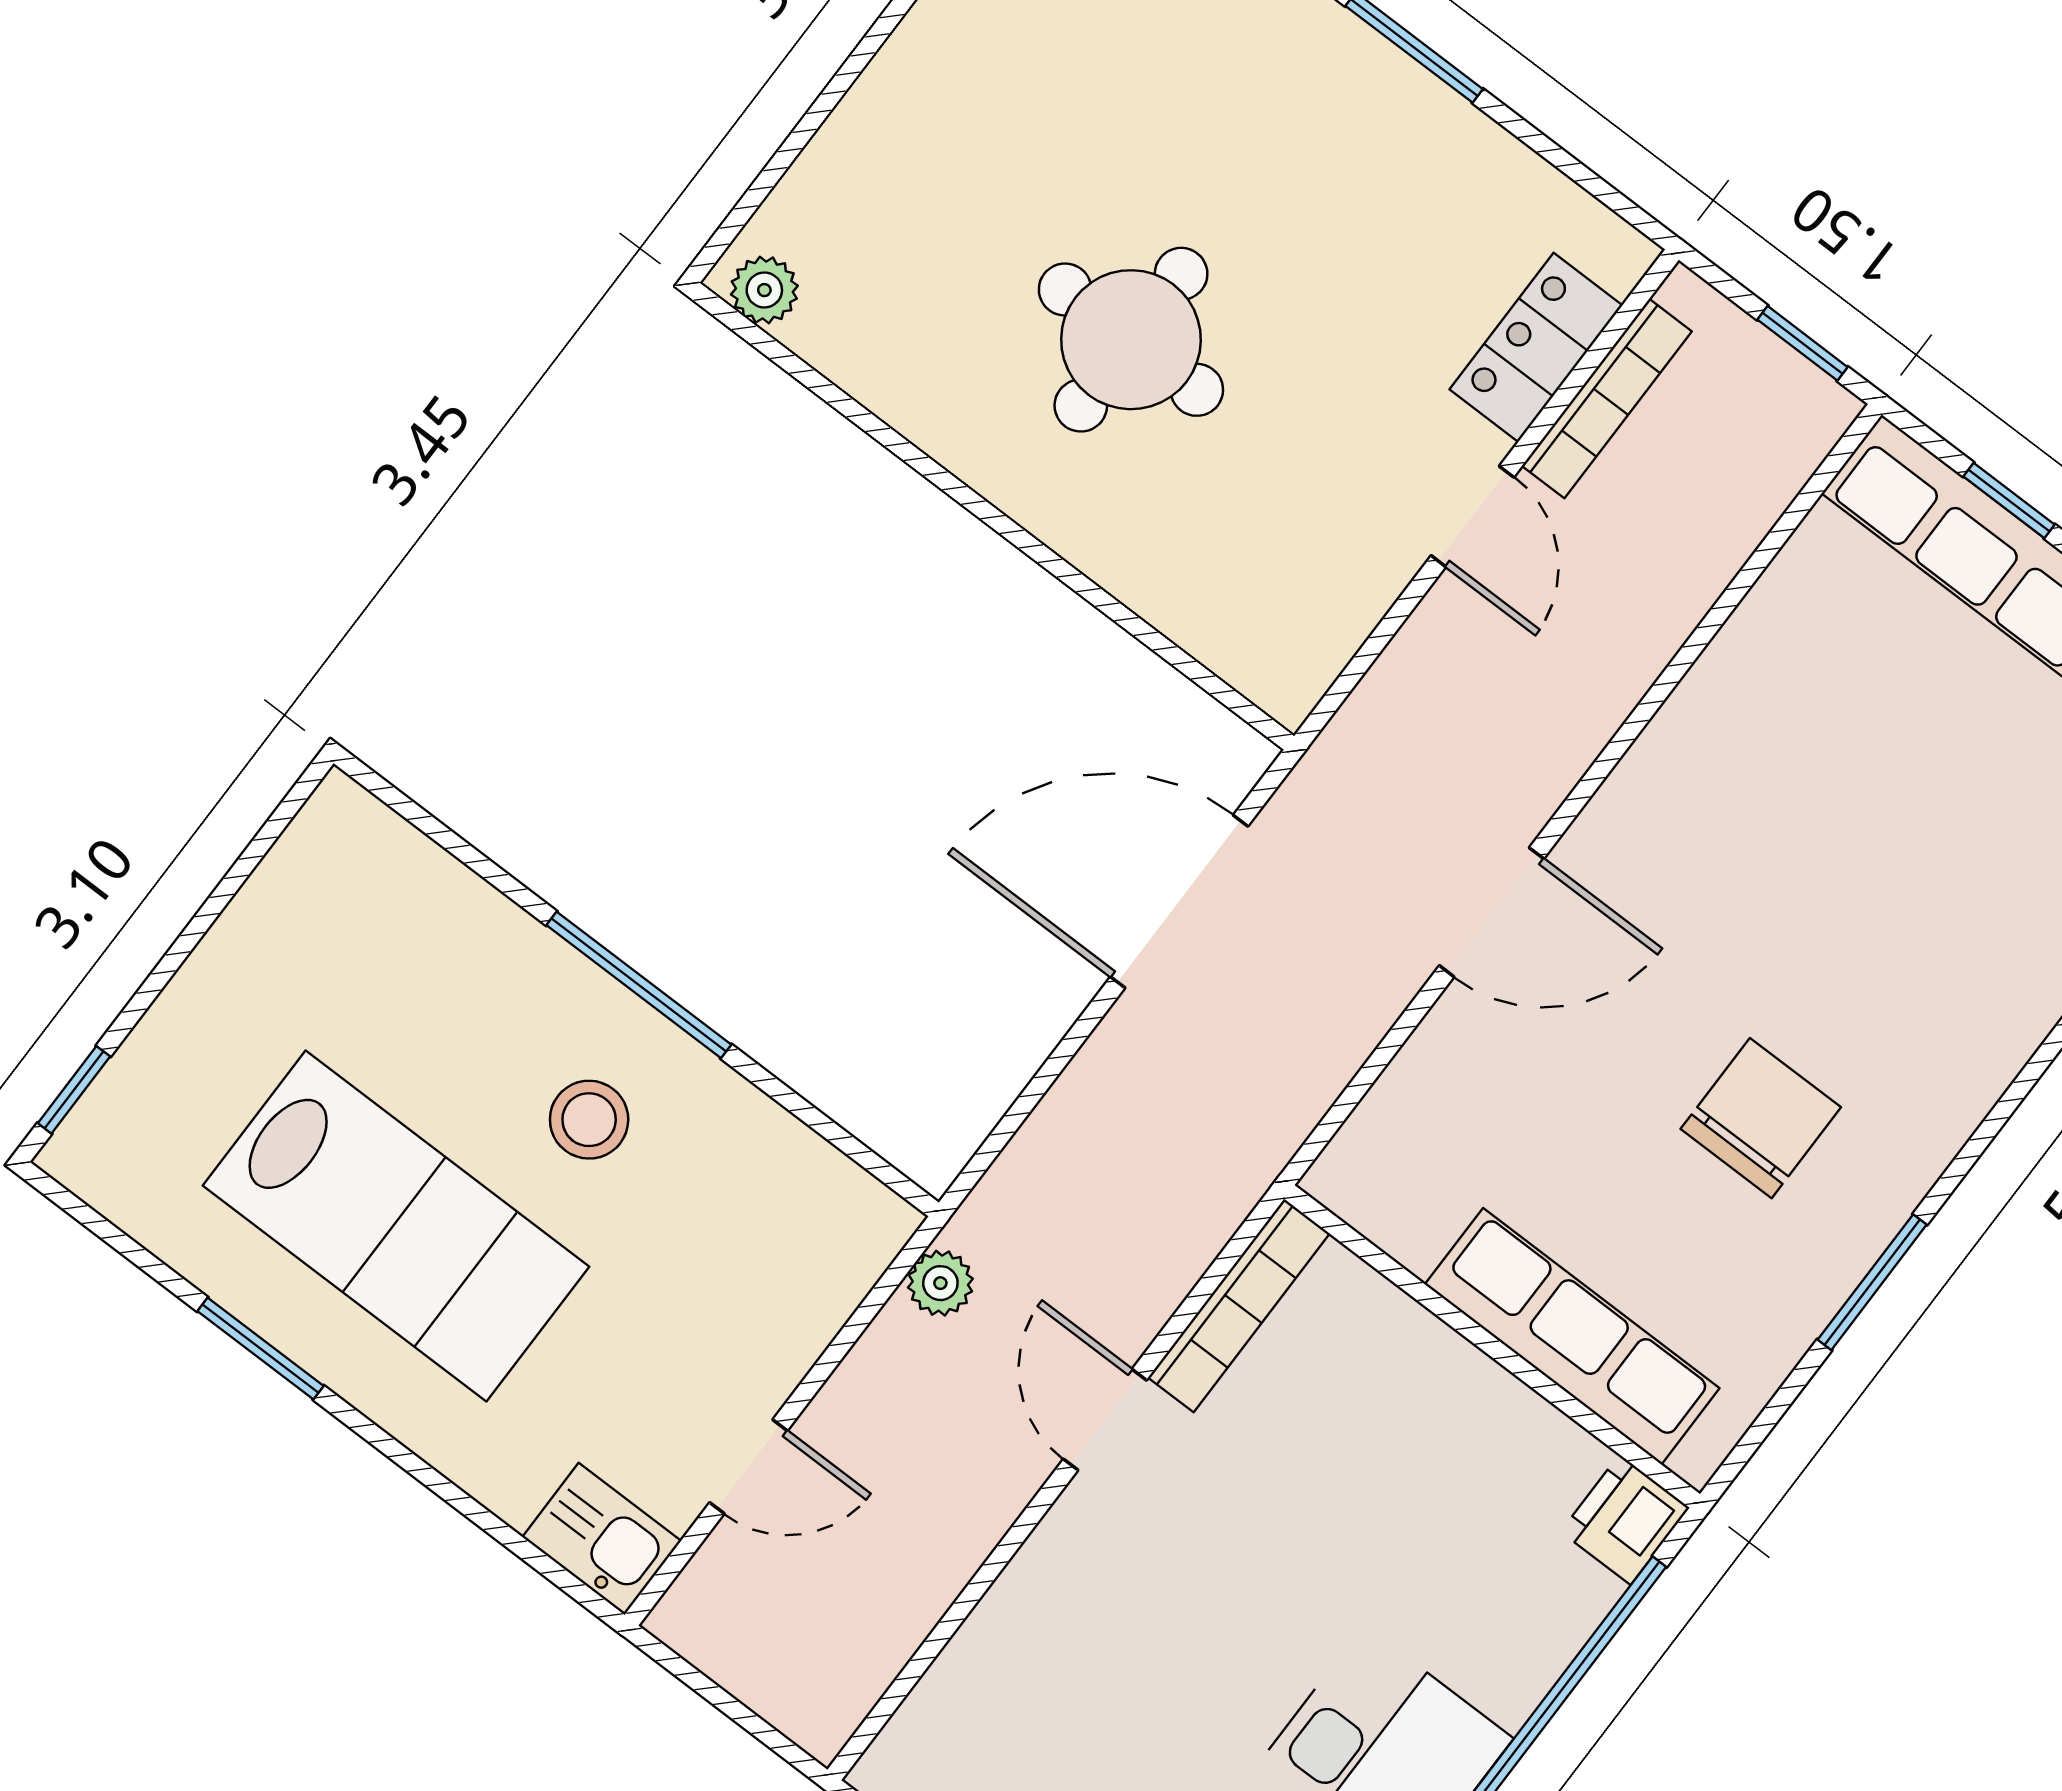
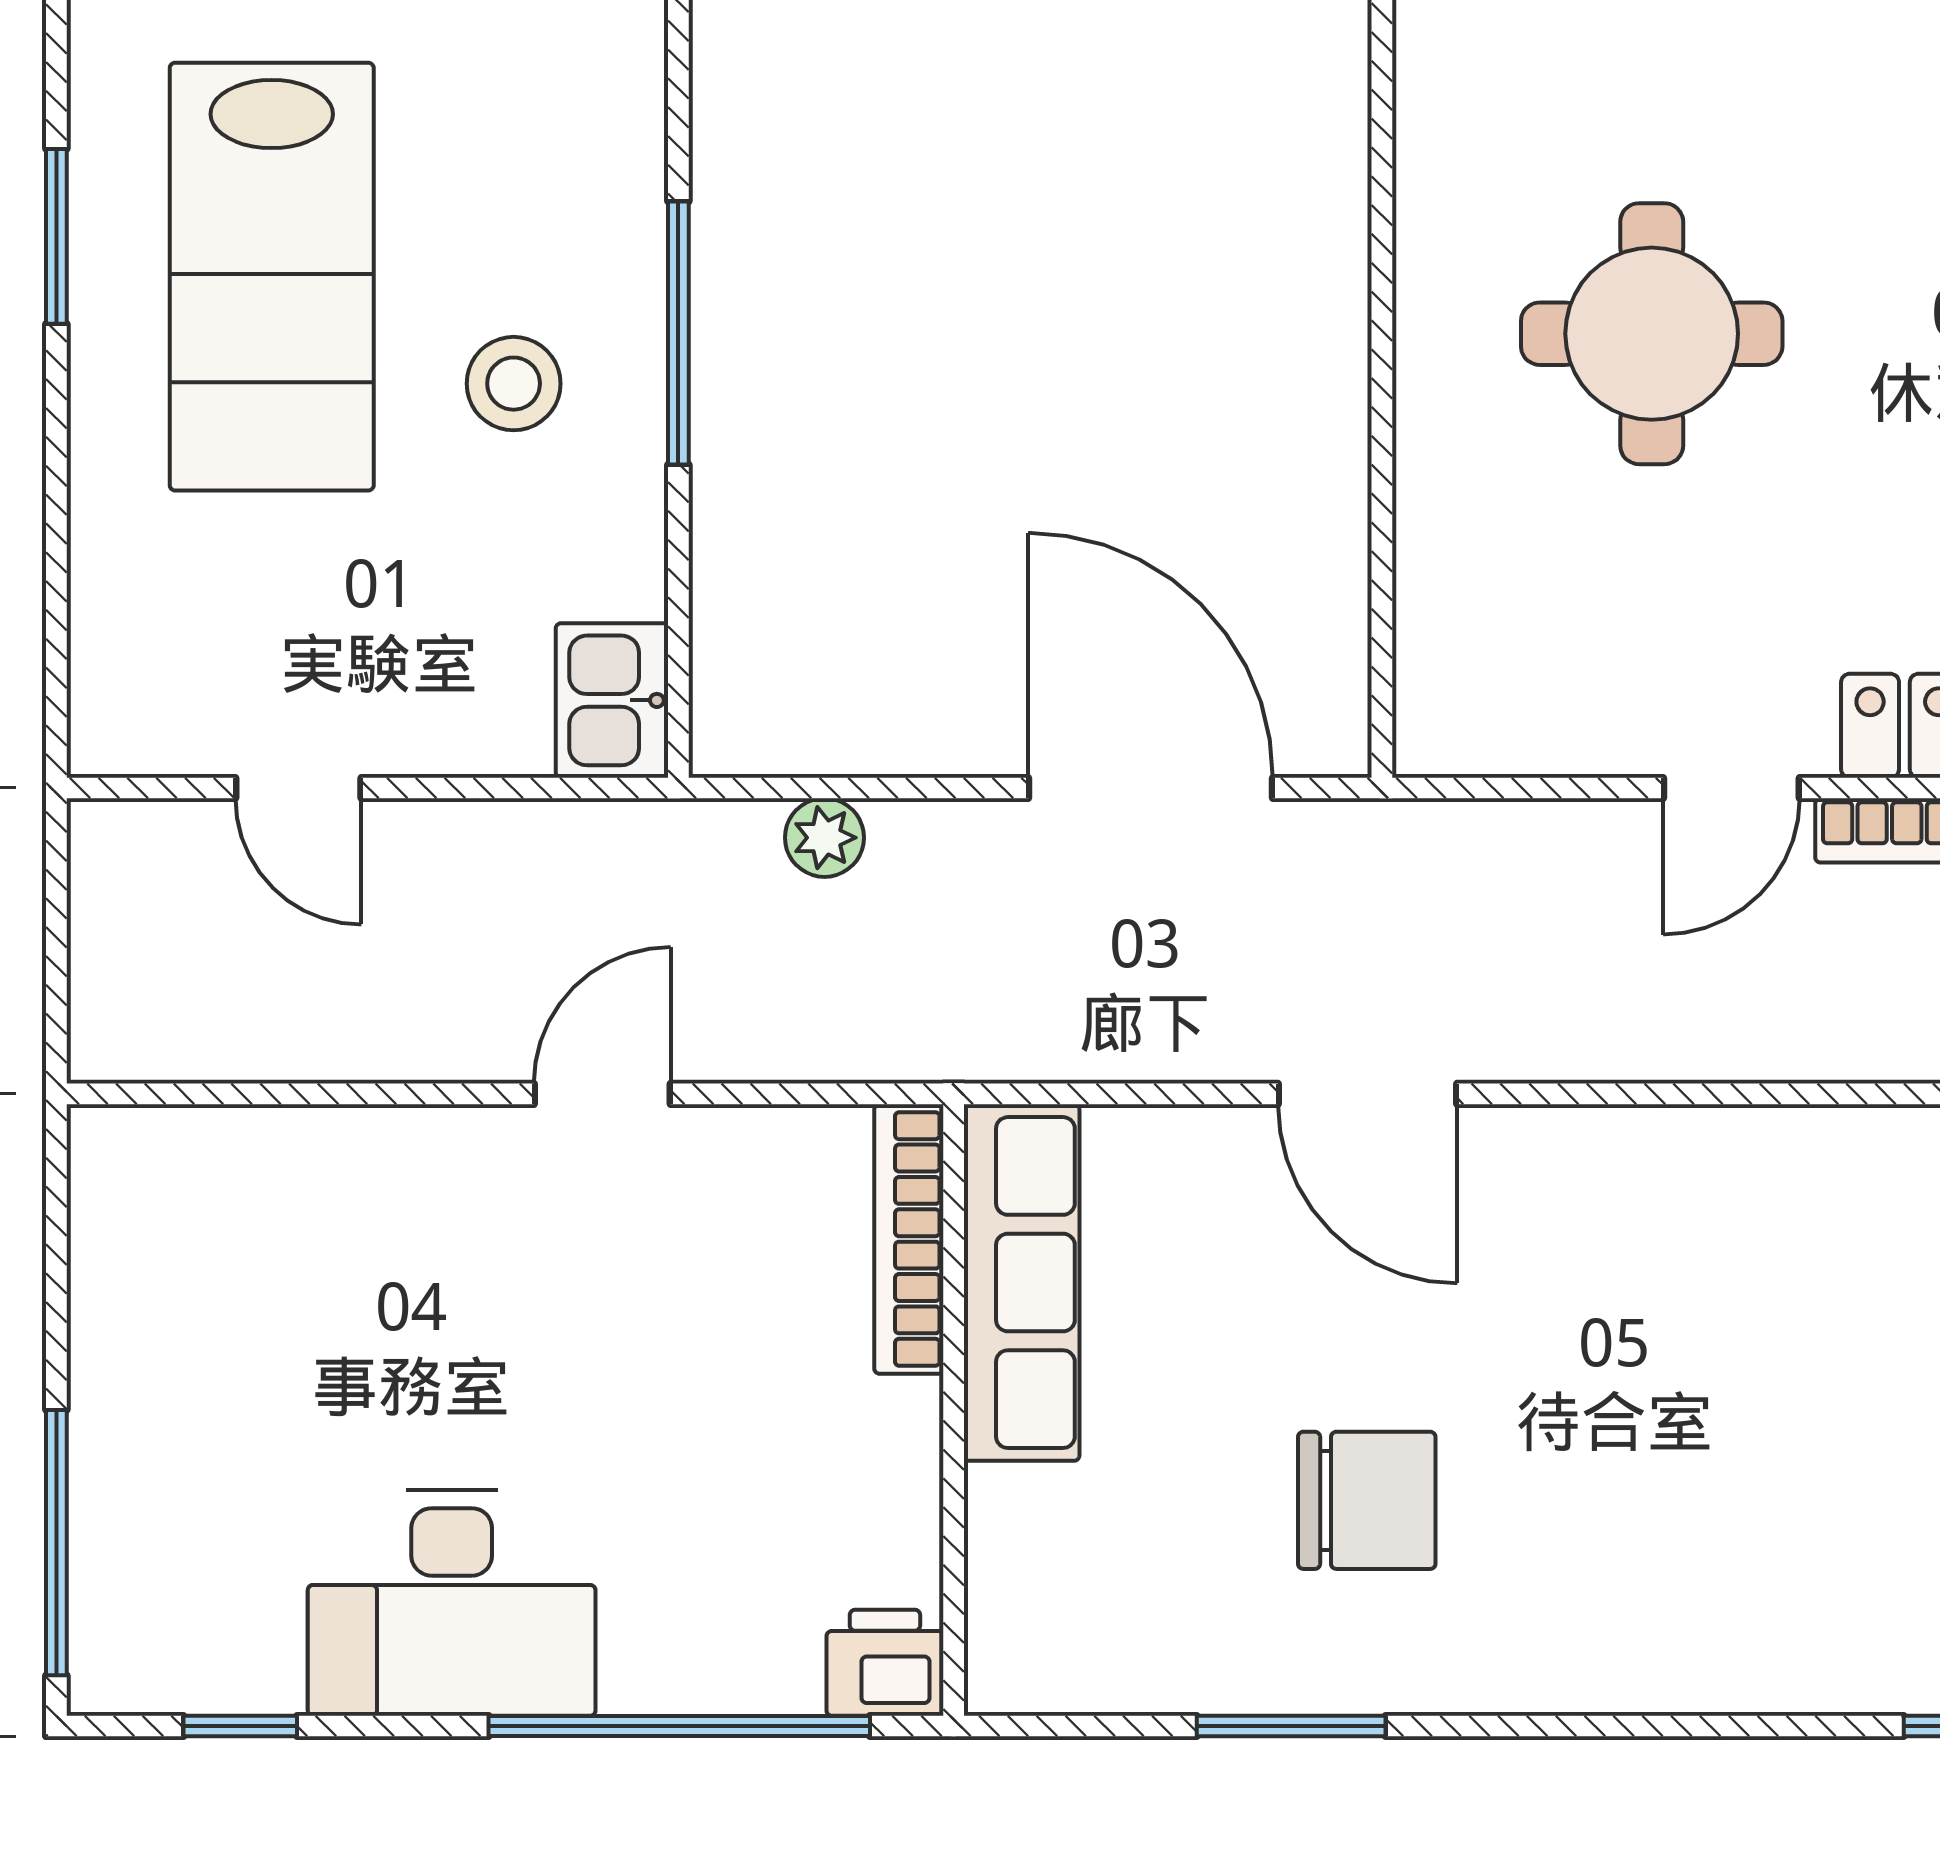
plant: (940, 1283) -> (824, 838), moved
bookcase: (1239, 1306) -> (909, 1239), moved, turned 90
row of seats: (1572, 1336) -> (1022, 1283), moved
kitchen sink: (602, 1539) -> (612, 700), moved, turned 180

